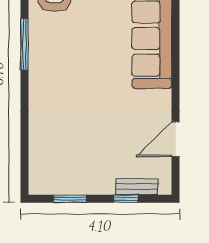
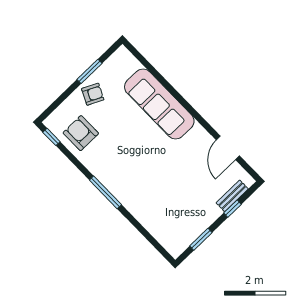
window: (24, 44) -> (105, 192), moved

